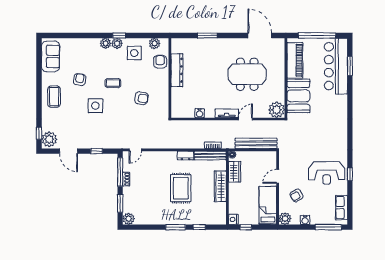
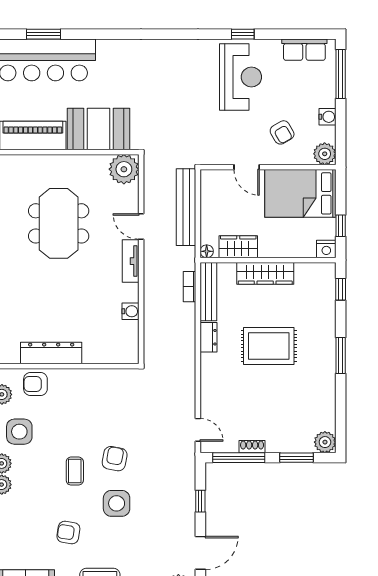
armchair: (141, 98) -> (115, 459), moved
bed: (268, 205) -> (300, 193), width x1.50
window: (199, 227) -> (341, 289), moved

